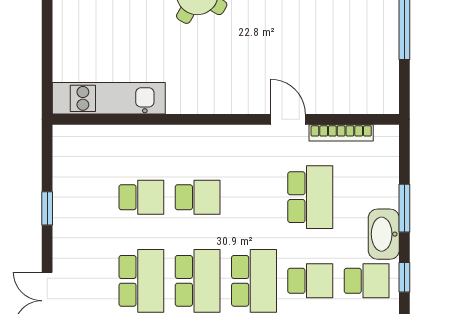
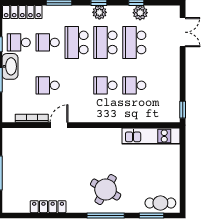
door: (288, 119) -> (59, 125), swing flipped
school desk: (310, 197) -> (48, 85), width x0.54
window: (47, 208) -> (183, 110), moved

